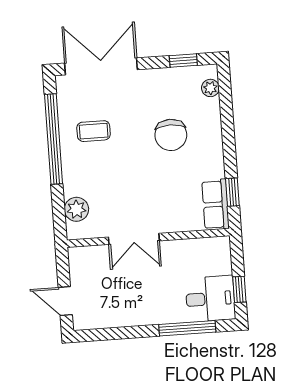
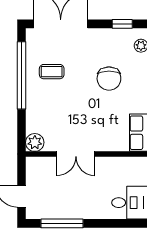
plant: (76, 209) -> (35, 142), moved
window: (187, 328) -> (62, 223), moved

